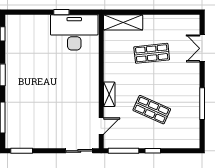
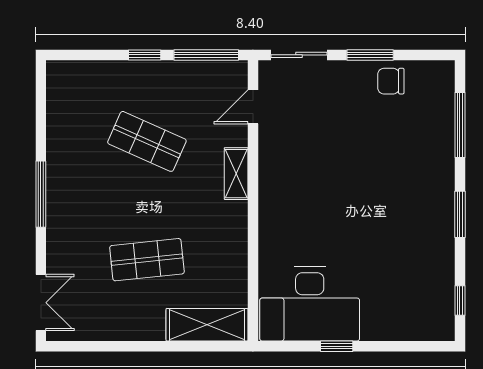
double door: (202, 48) -> (41, 303), moved
window: (202, 104) -> (41, 194), moved
chair: (36, 138) -> (391, 81), added
window: (22, 151) -> (370, 55), moved

